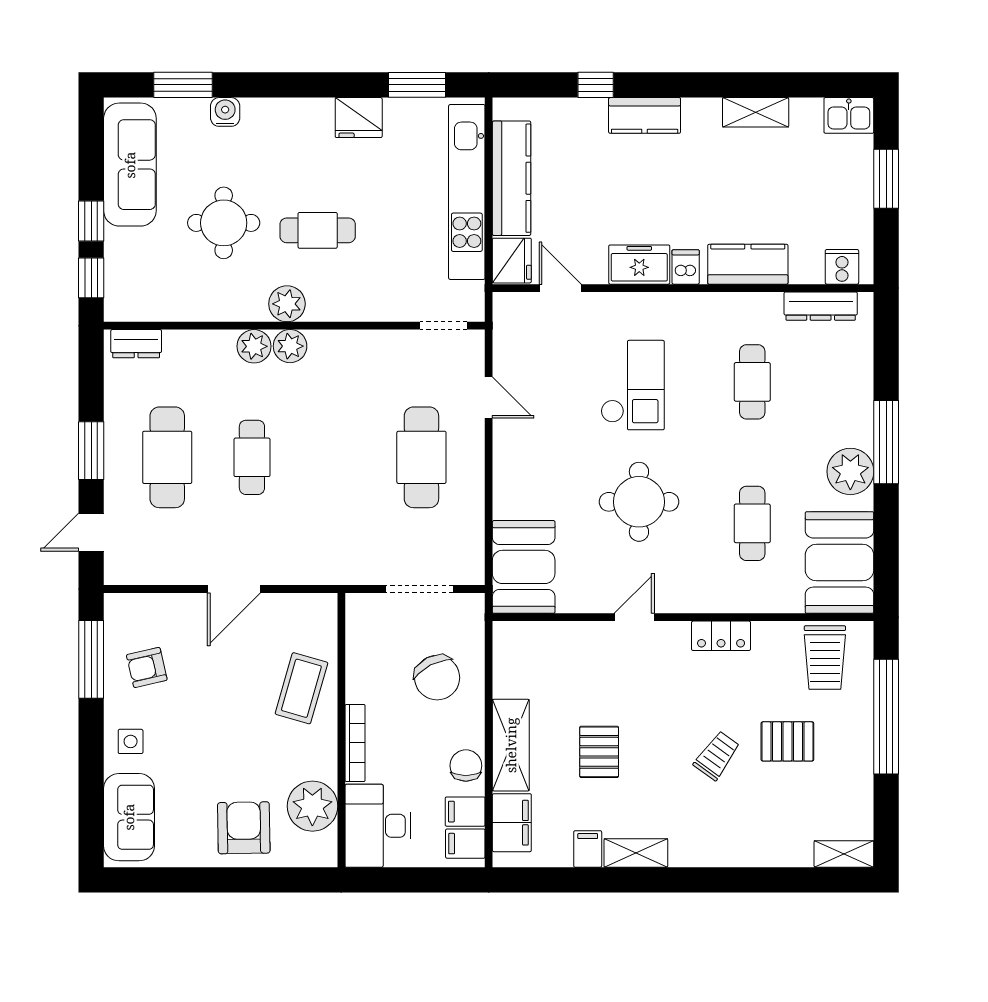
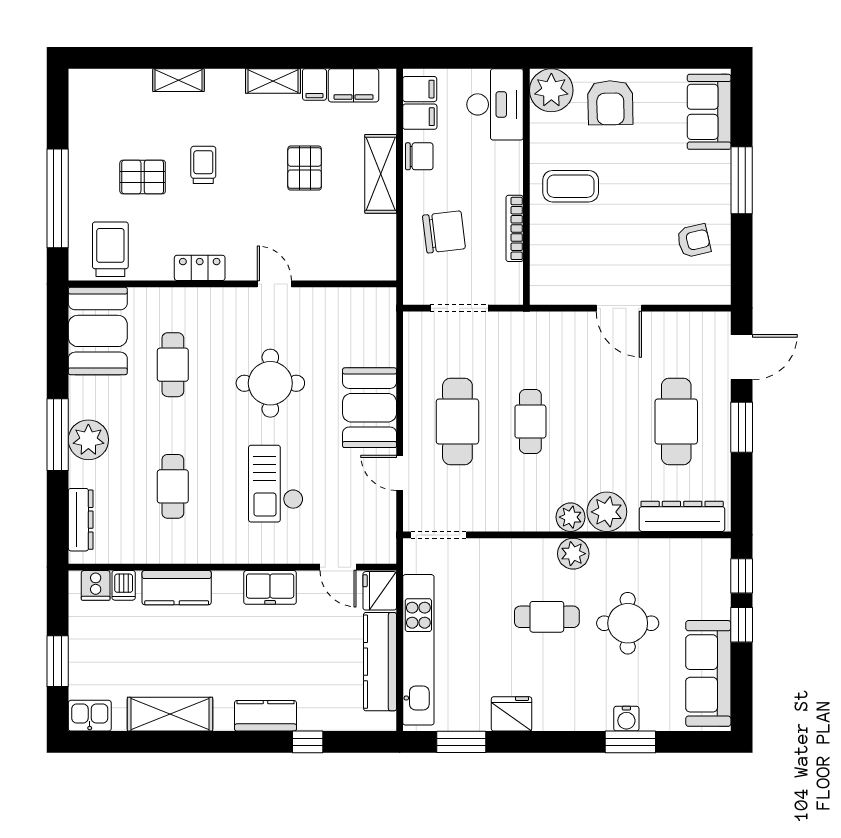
window: (183, 85) -> (630, 742), moved
shelving: (756, 112) -> (170, 714), width x1.50, depth x1.33
dishwasher: (686, 267) -> (124, 585), moved
dresser: (821, 306) -> (81, 520), moved, turned 90
doorway: (443, 326) -> (439, 535), width x1.38
dresser: (136, 344) -> (682, 516), width x1.96, depth x1.24
plant: (254, 346) -> (607, 512), width x1.36, depth x1.36
cafe table: (252, 457) -> (530, 421), moved
plant: (850, 471) -> (88, 440), moved
door: (91, 532) -> (742, 357), width x1.37
booth: (524, 567) -> (370, 408), moved
door: (234, 589) -> (619, 308), swing flipped
door: (634, 617) -> (274, 284), swing flipped
window: (91, 659) -> (742, 180), moved
chair: (437, 678) -> (444, 232), turned 110
coffee table: (301, 688) -> (571, 186), moved, turned 74
side table: (131, 741) -> (708, 177), removed
bookcase: (355, 743) -> (515, 228), moved
trolley: (717, 756) -> (203, 165), turned 144
chair: (466, 766) -> (419, 156), turned -90
plant: (312, 806) -> (551, 90), moved
filing cabinet: (512, 823) -> (354, 85), moved, turned -90
shelving: (844, 854) -> (178, 80), moved

